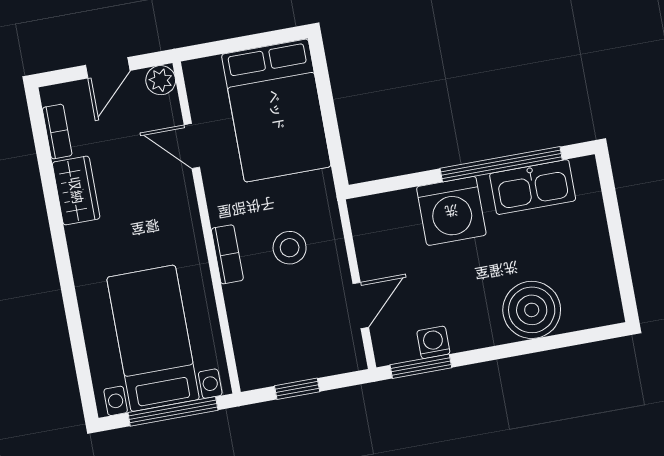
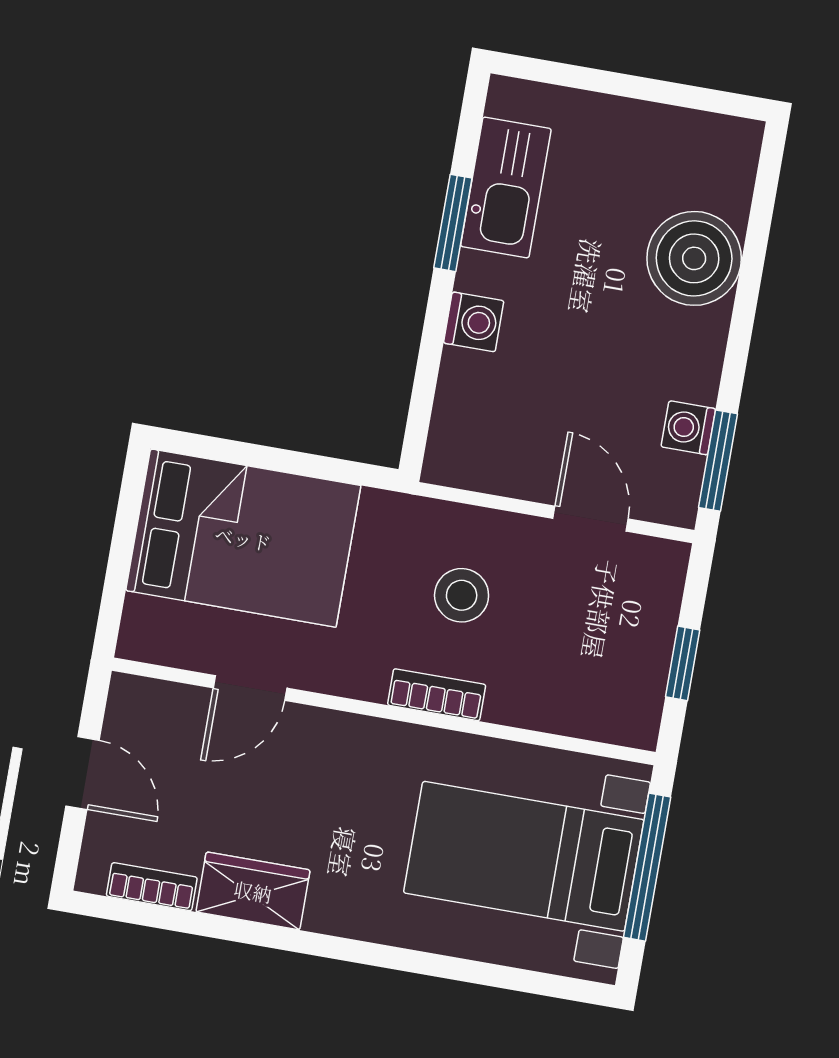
plant: (161, 80) -> (131, 699), removed
window: (501, 164) -> (453, 223), width x0.47
washing machine: (451, 211) -> (474, 322), width x0.53, depth x0.53

